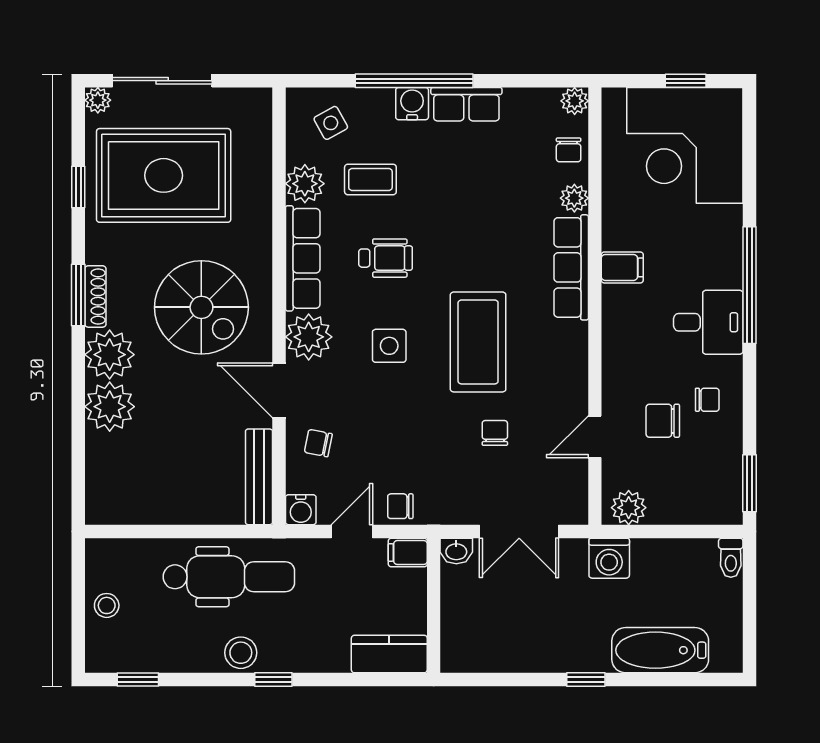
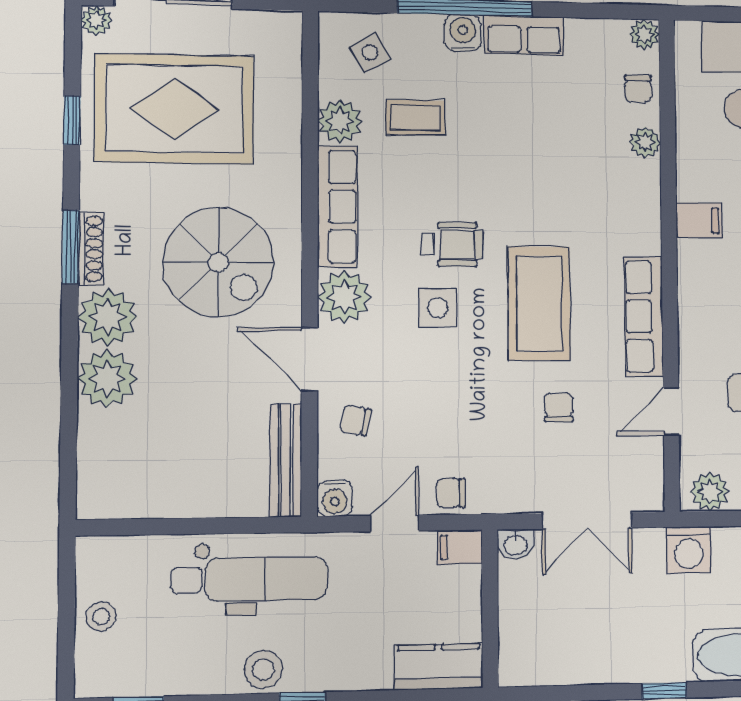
wheelchair: (386, 258) -> (452, 244), moved
row of seats: (571, 267) -> (644, 316), moved

